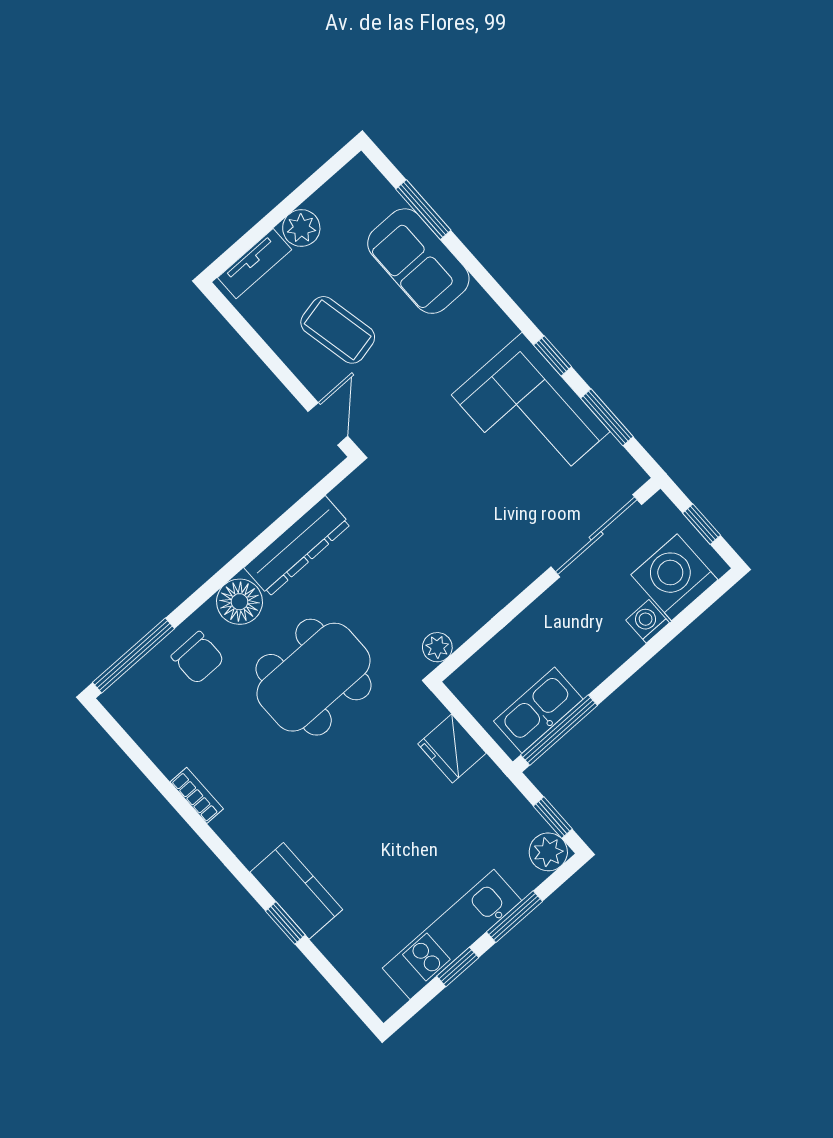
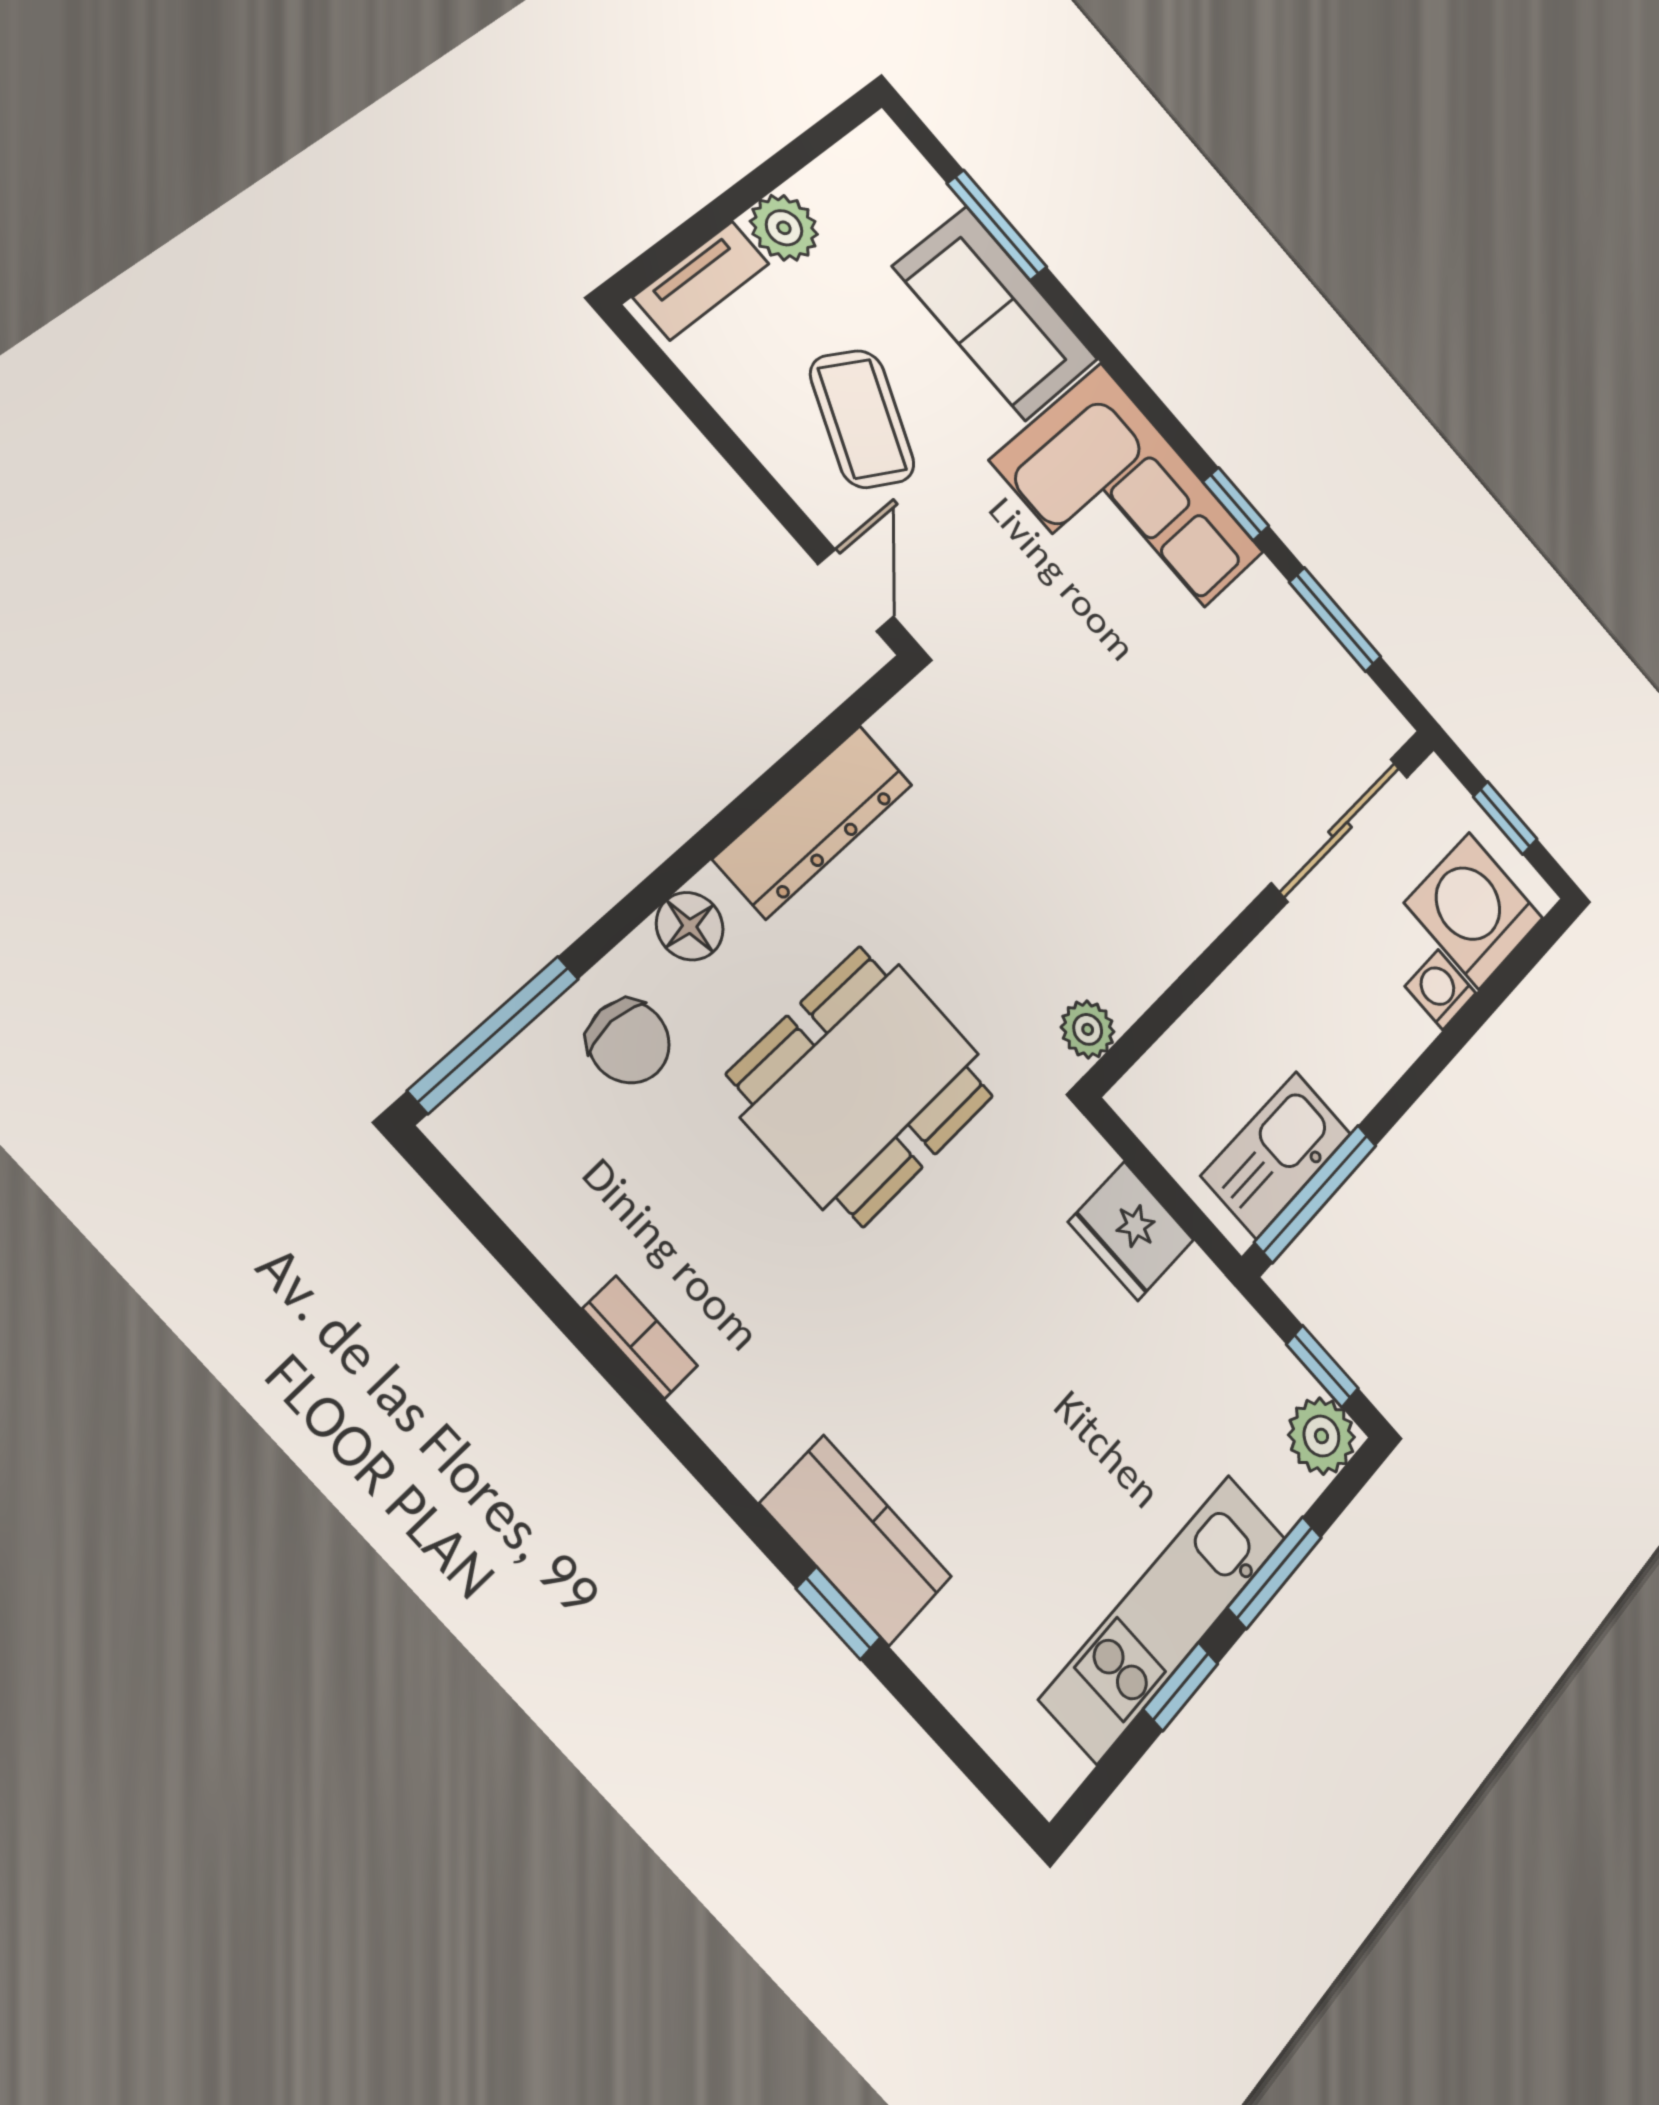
coffee table: (338, 330) -> (862, 419), turned 38
corner sofa: (531, 413) -> (1128, 507), moved
floor lamp: (240, 602) -> (690, 926), width x0.73, depth x0.73

